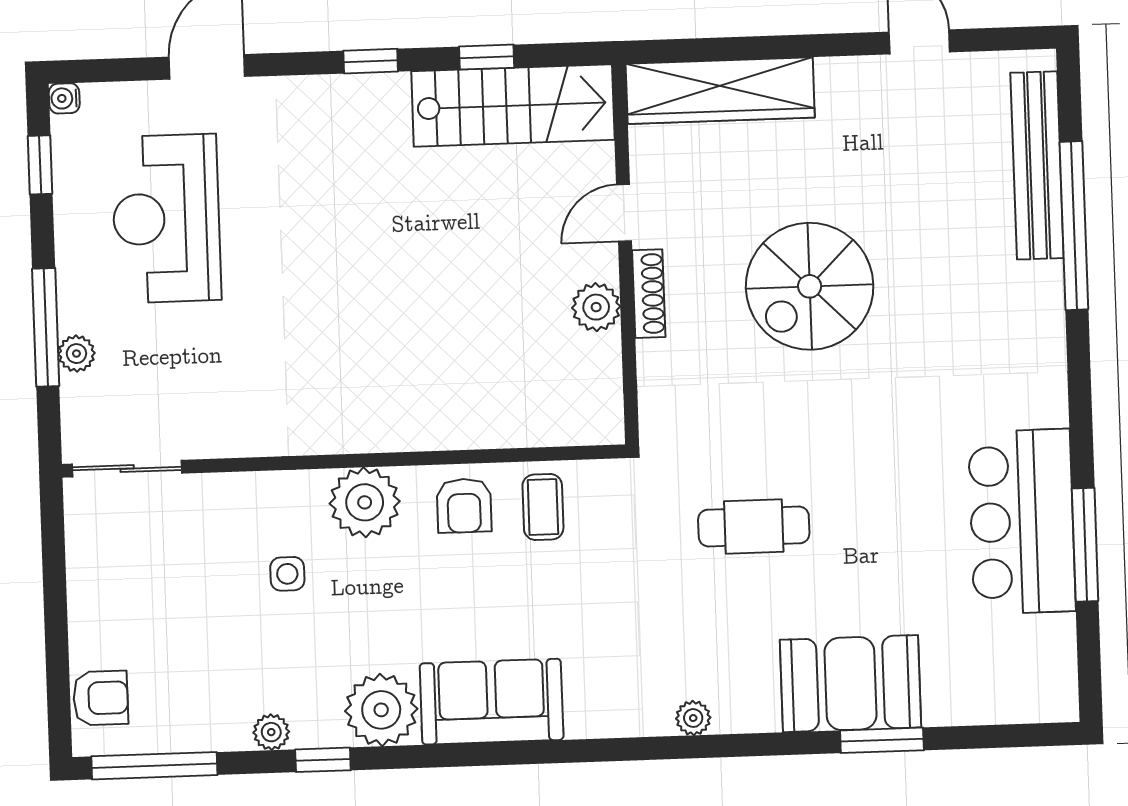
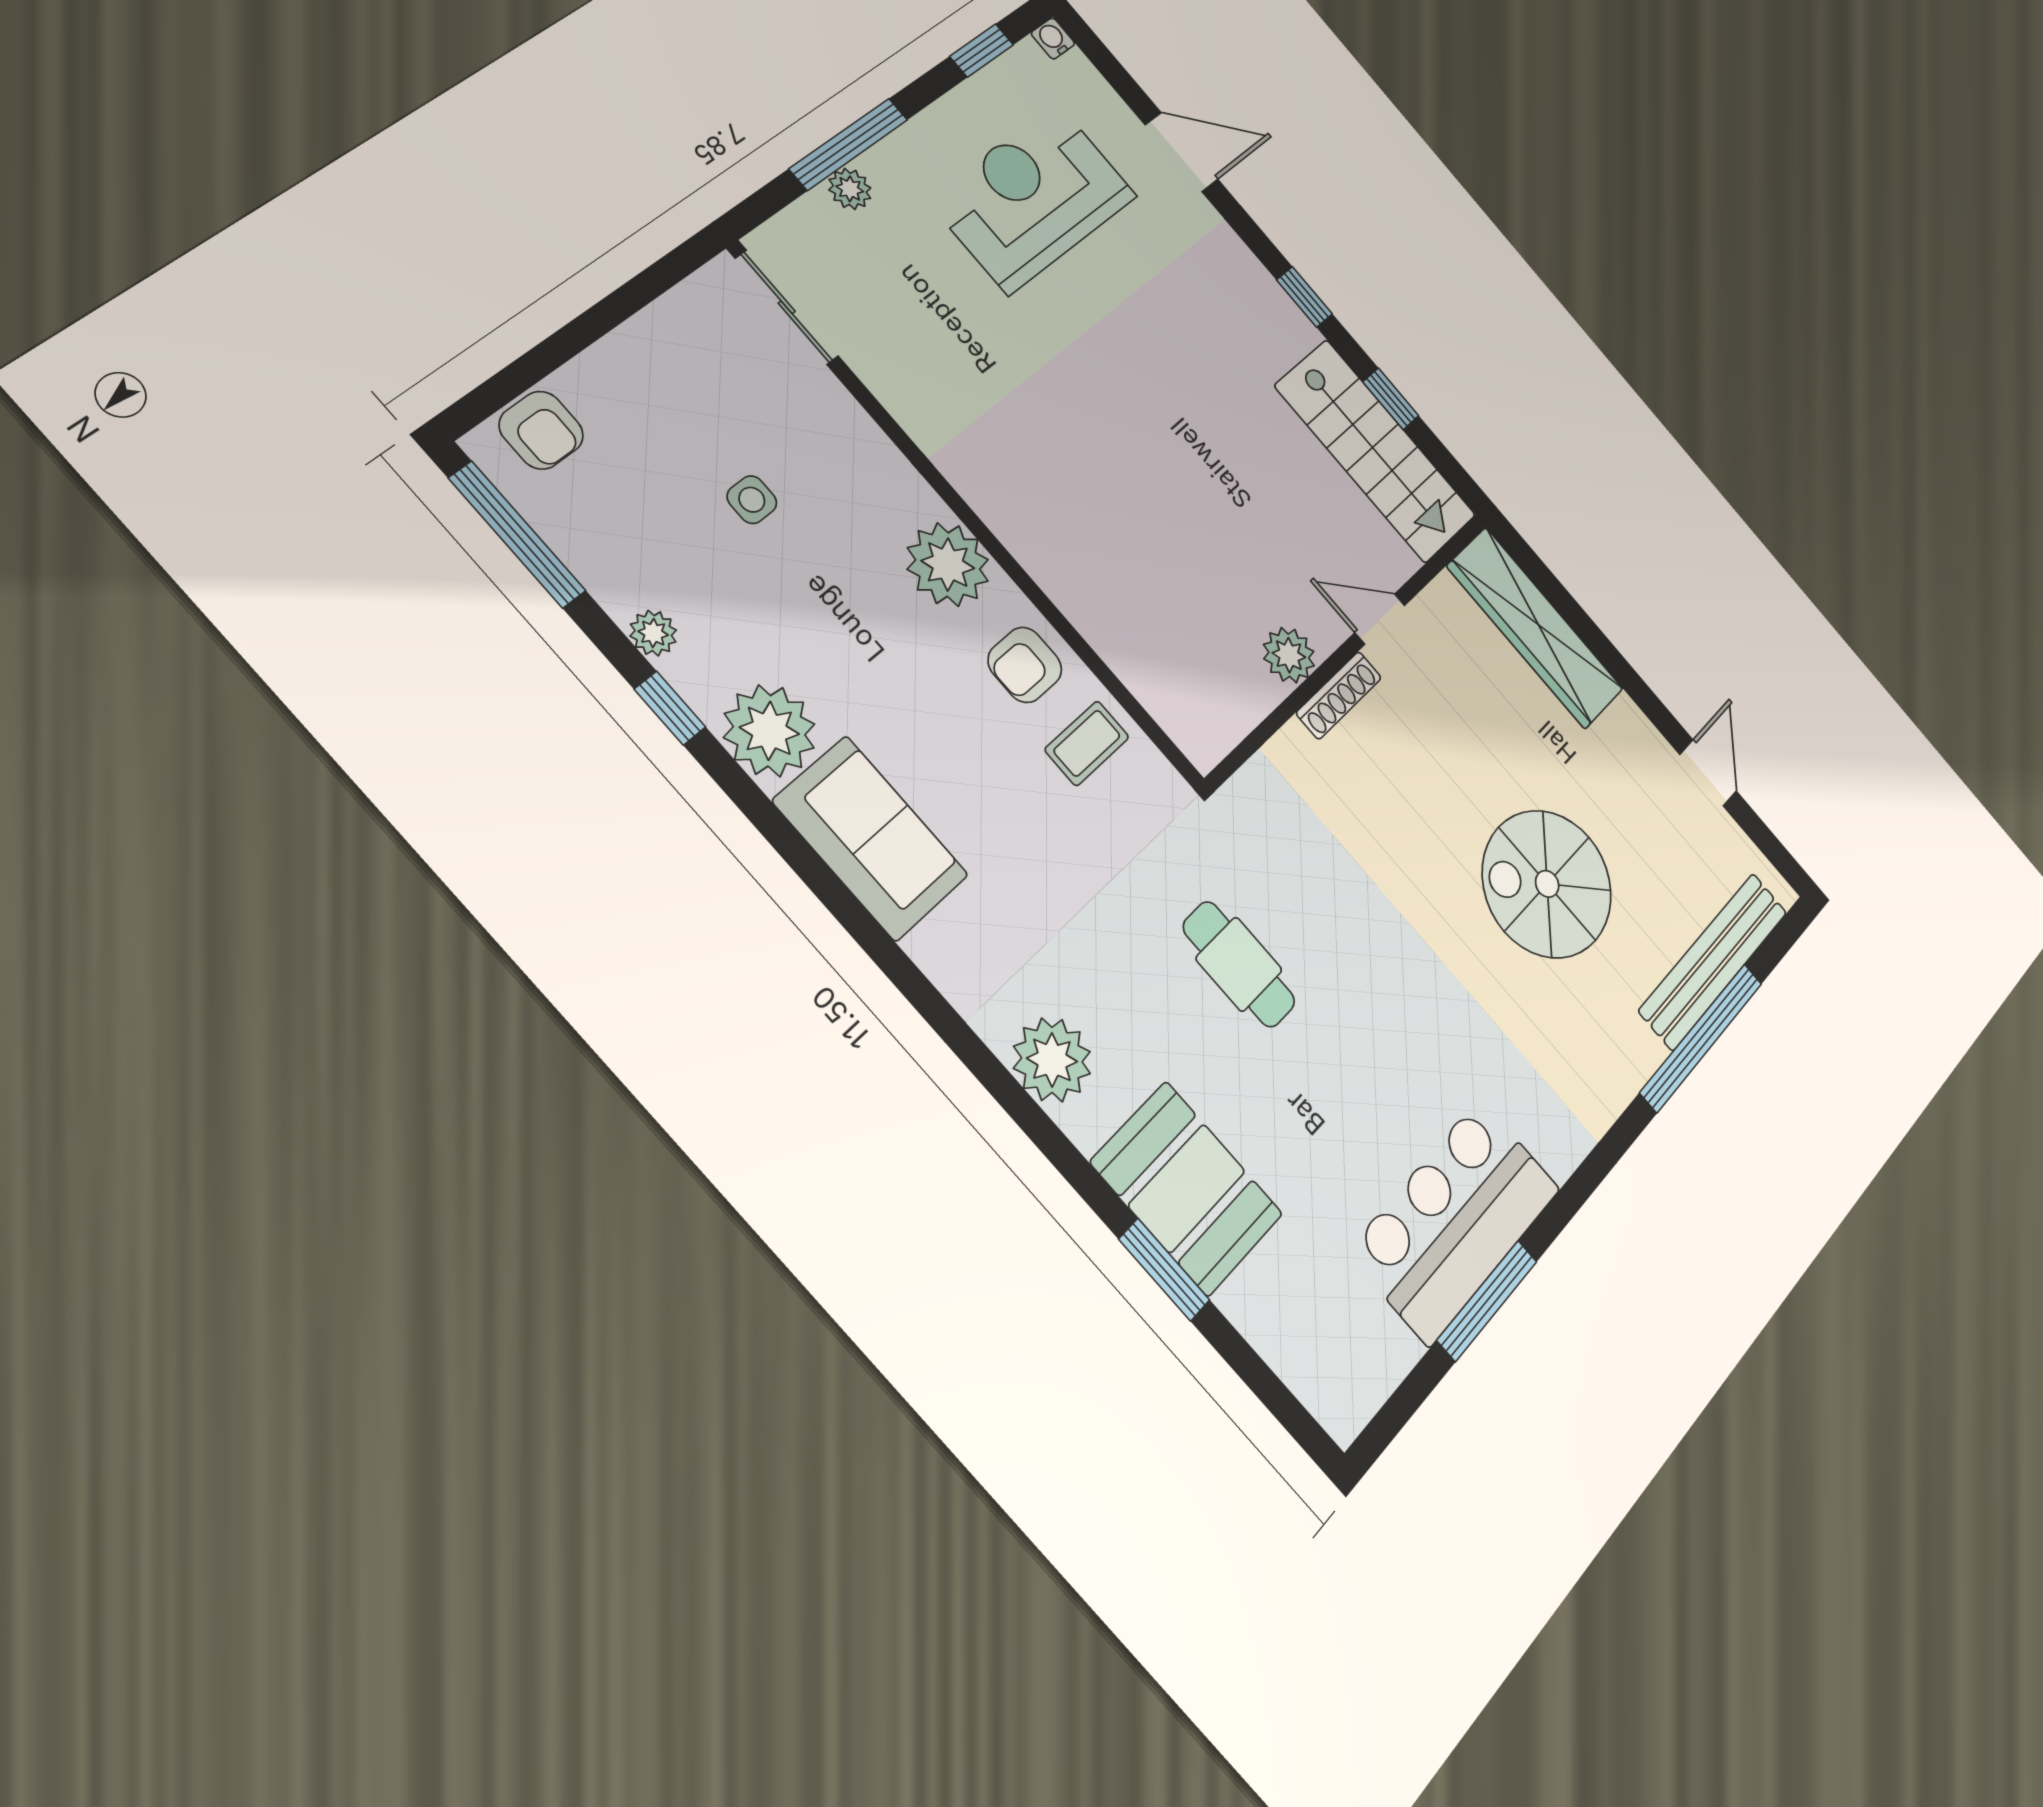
spiral stairs: (810, 286) -> (1547, 884), moved
side table: (287, 574) -> (752, 500), moved
plant: (693, 718) -> (1052, 1060), width x1.88, depth x1.88

